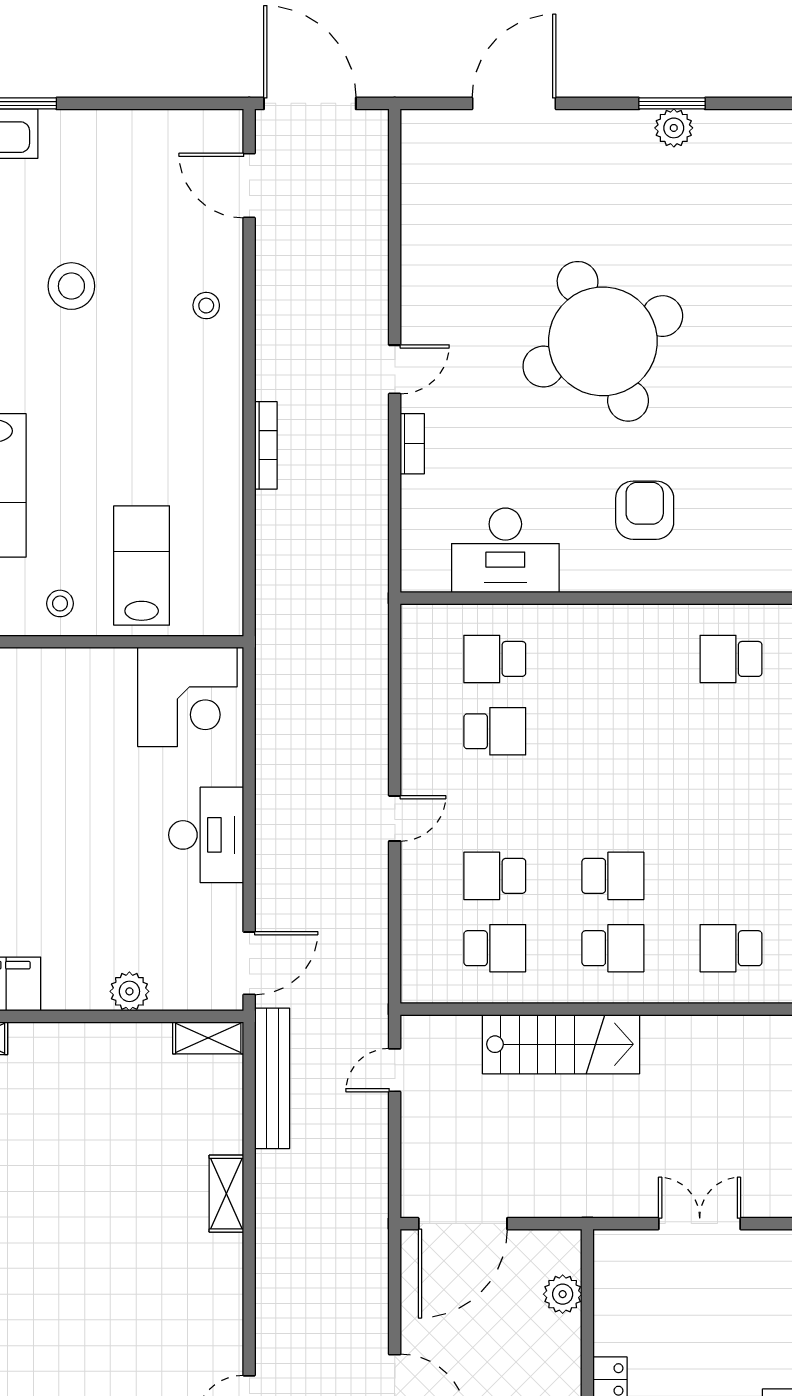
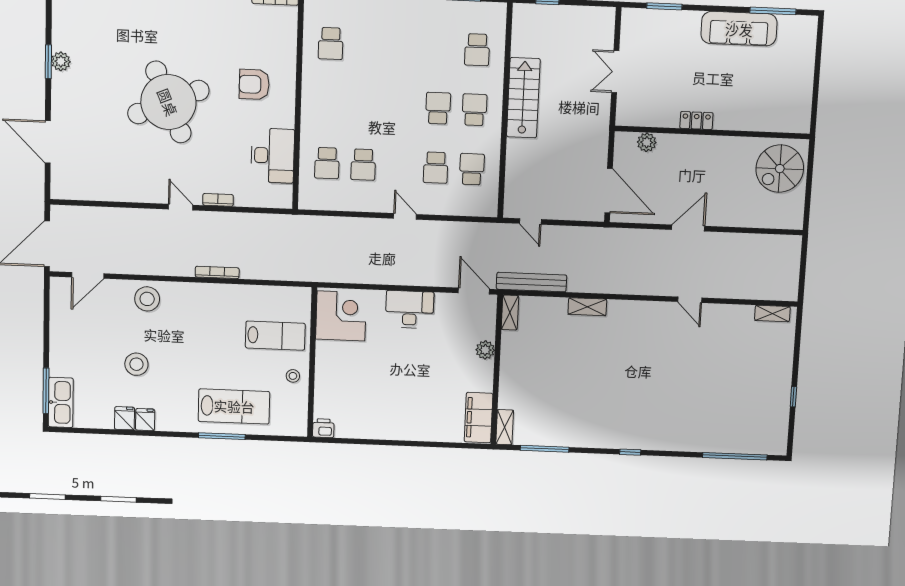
stool: (206, 306) -> (147, 299), width x1.89, depth x1.89
lab bench: (142, 565) -> (275, 336), turned 180
school desk: (495, 731) -> (363, 165), turned 180
stairs: (561, 1044) -> (523, 98), moved

